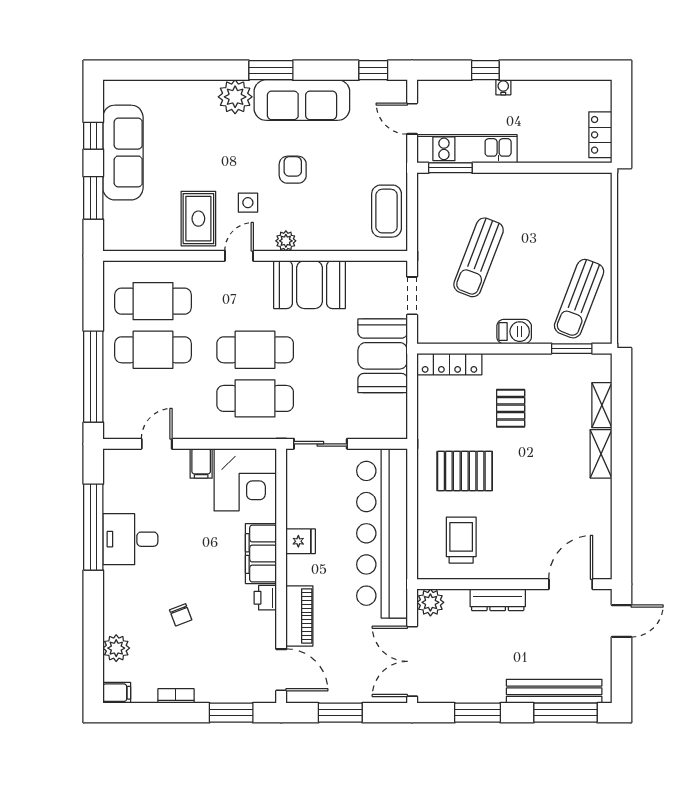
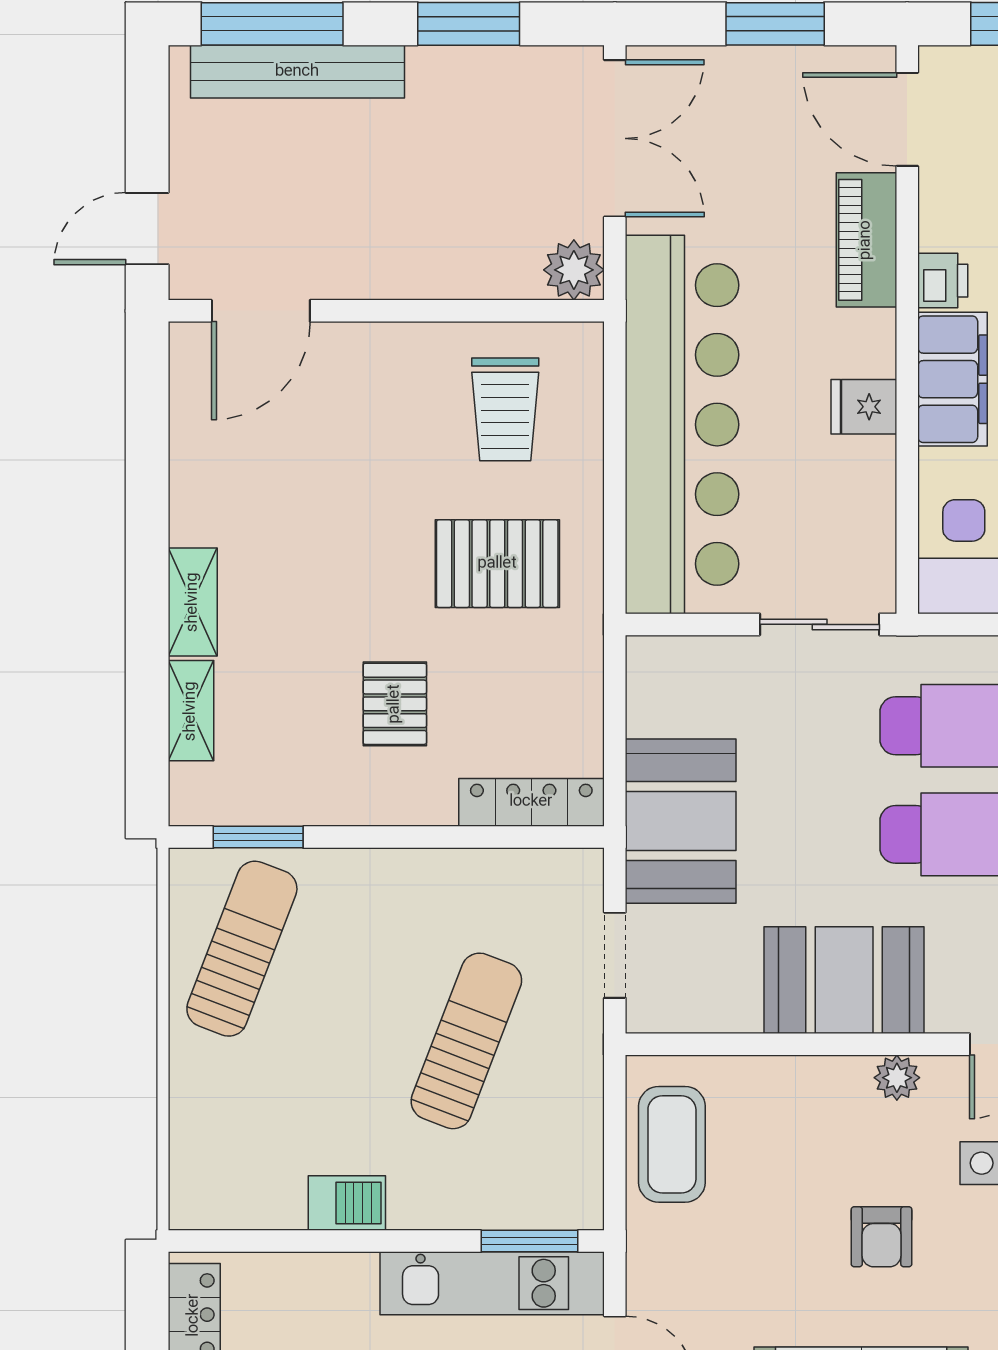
barbecue: (514, 332) -> (347, 1203), moved, turned 180
dresser: (498, 600) -> (424, 276), removed

